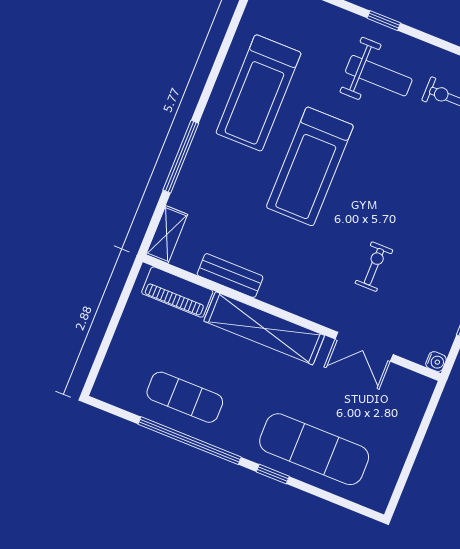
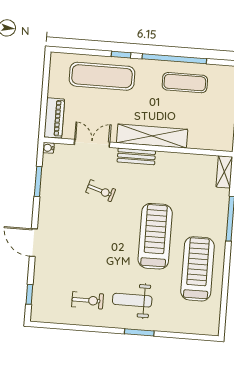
window: (384, 21) -> (139, 332), width x1.50
exercise bike: (374, 267) -> (101, 191), turned -73
bench: (230, 276) -> (136, 156), moved
piano: (177, 292) -> (54, 118), moved, turned 90

